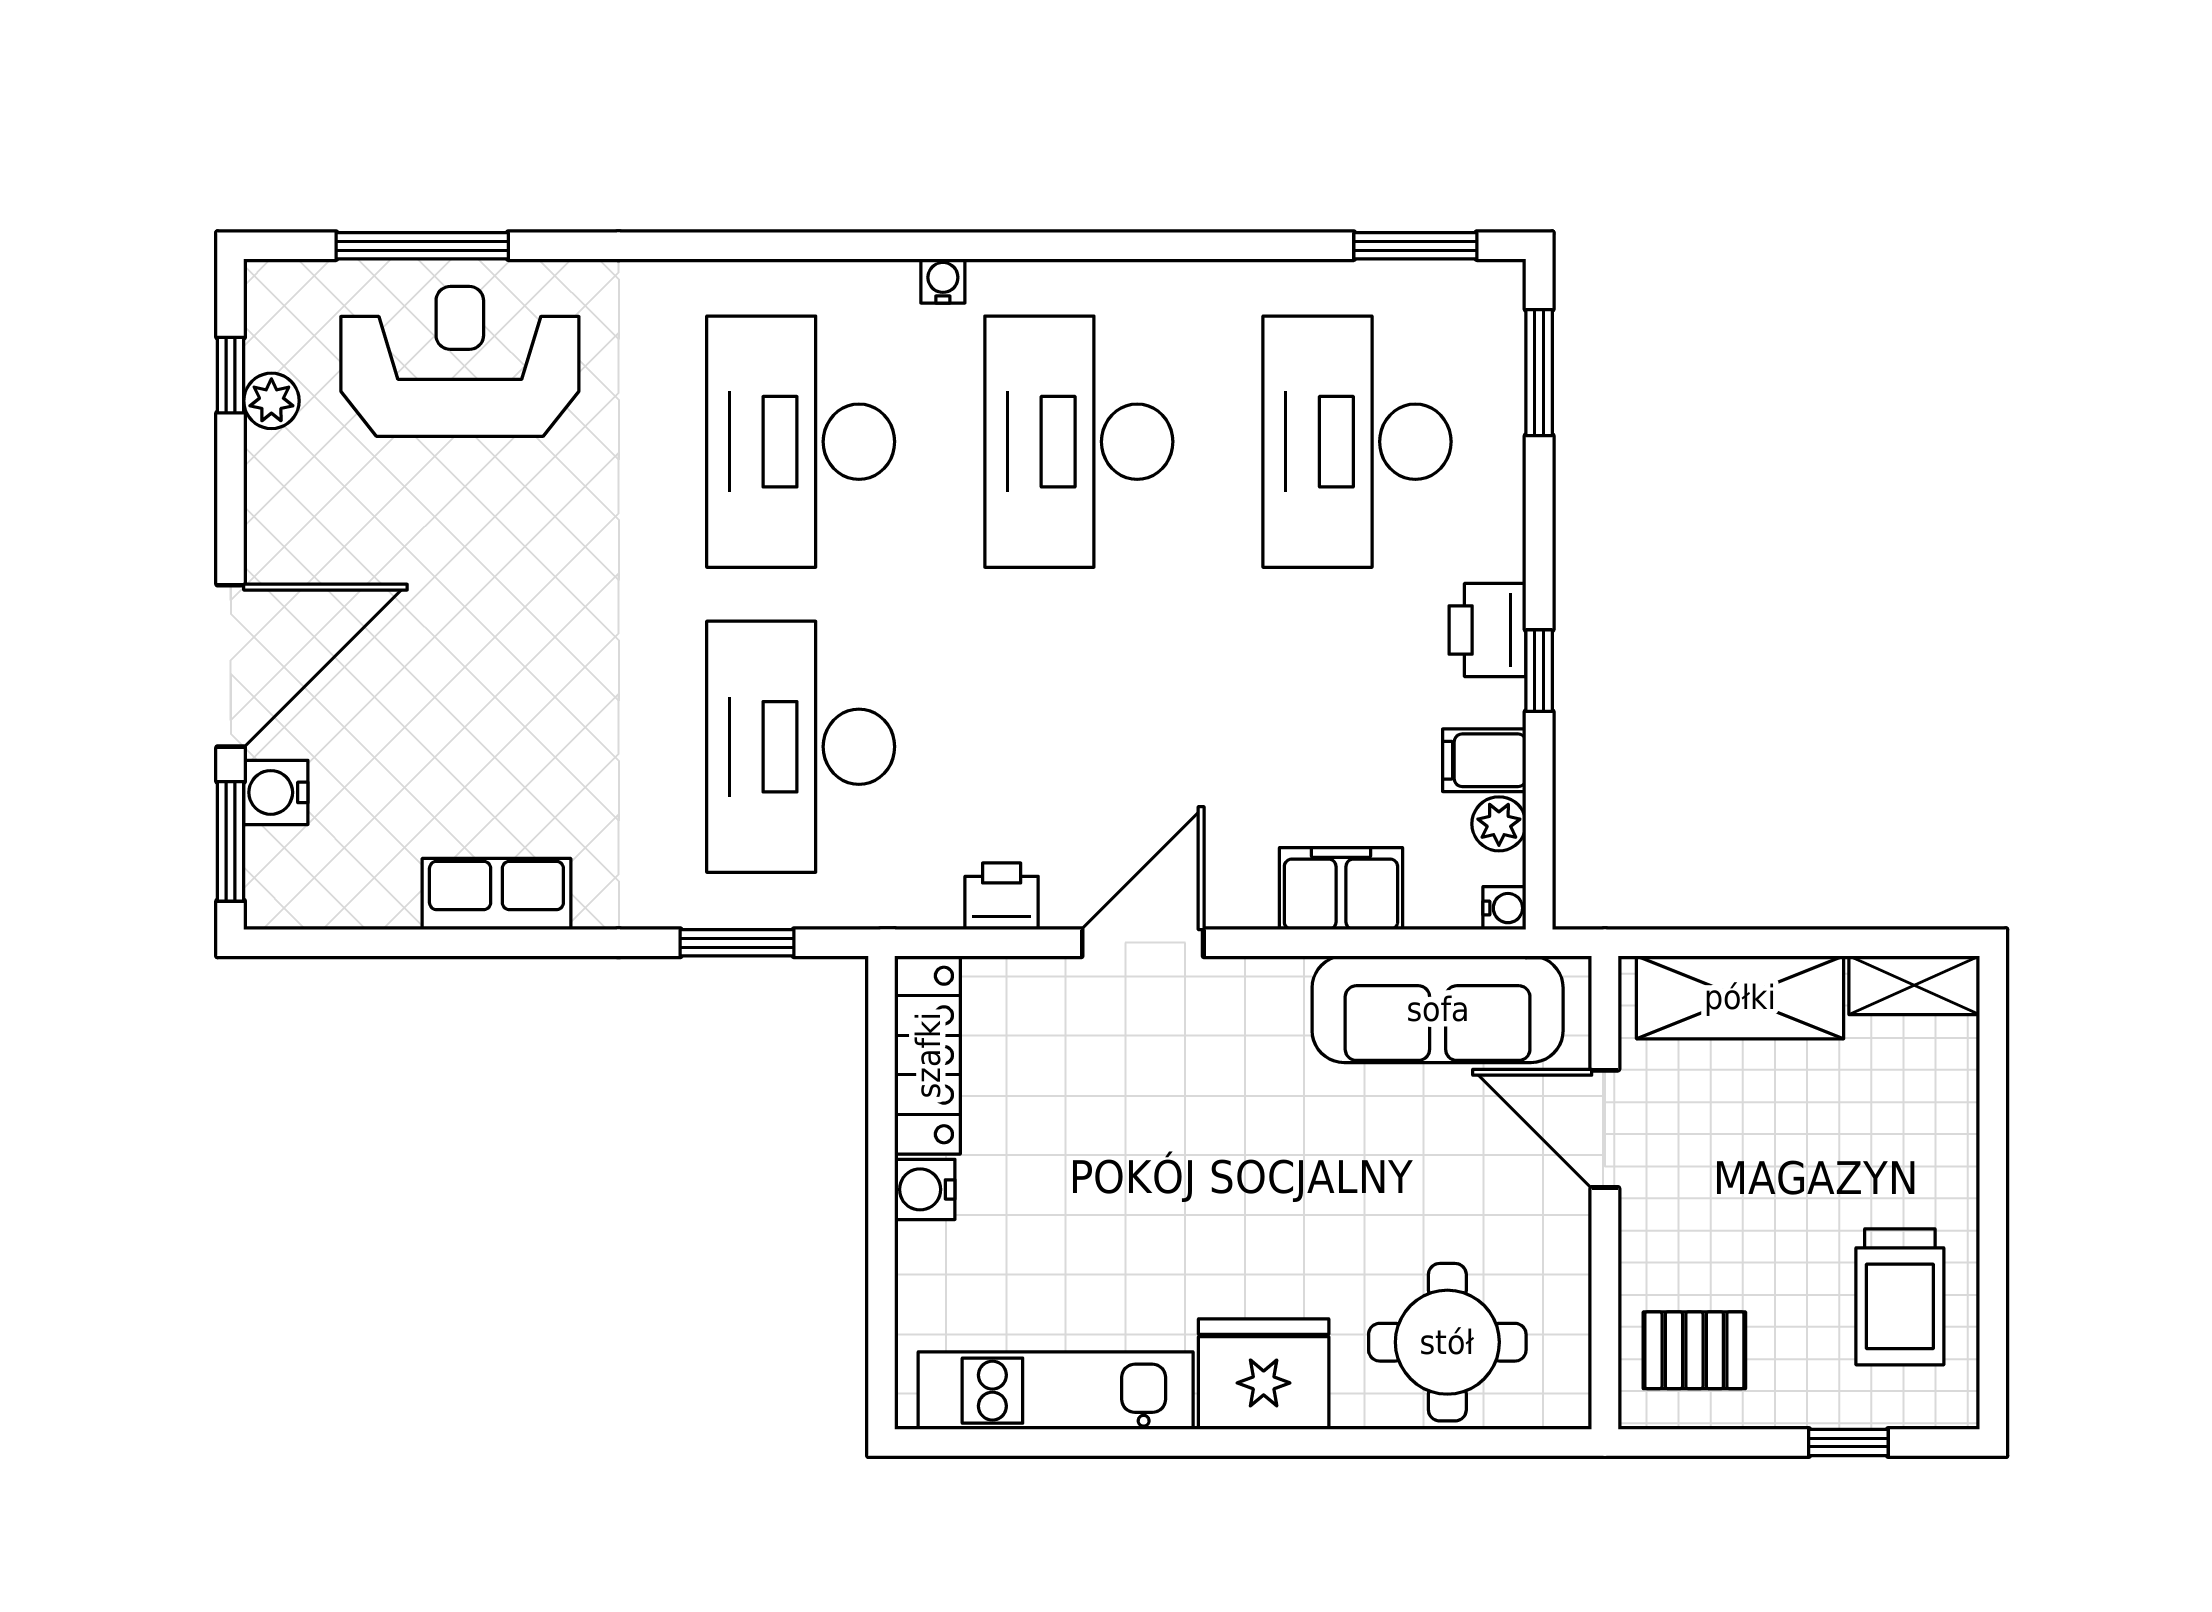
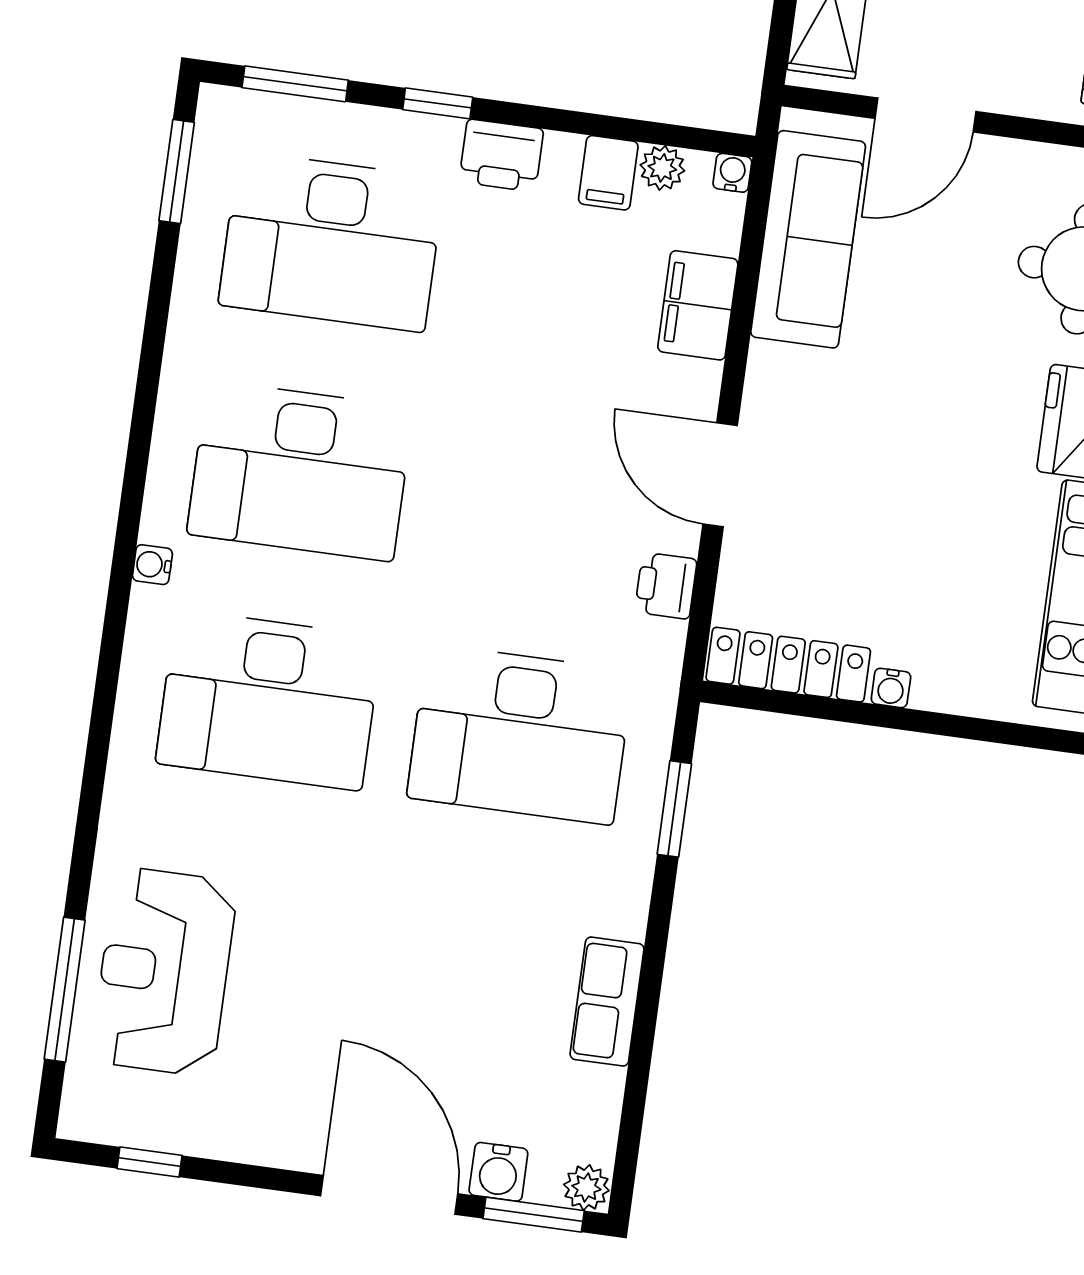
plant: (271, 401) -> (586, 1188), moved
window: (1539, 671) -> (438, 103), moved
water cooler: (925, 1189) -> (891, 688), width x0.72, depth x0.72

